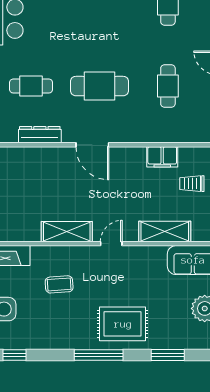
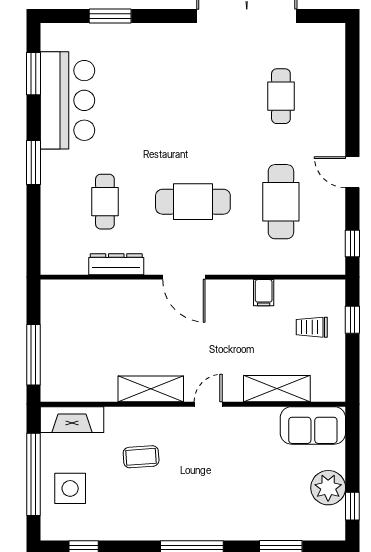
cafe table: (31, 86) -> (105, 202), turned 90
cafe table: (168, 86) -> (281, 202), width x1.37, depth x1.35
filing cabinet: (162, 157) -> (264, 293), width x0.50
rug: (123, 324) -> (223, 507), removed

